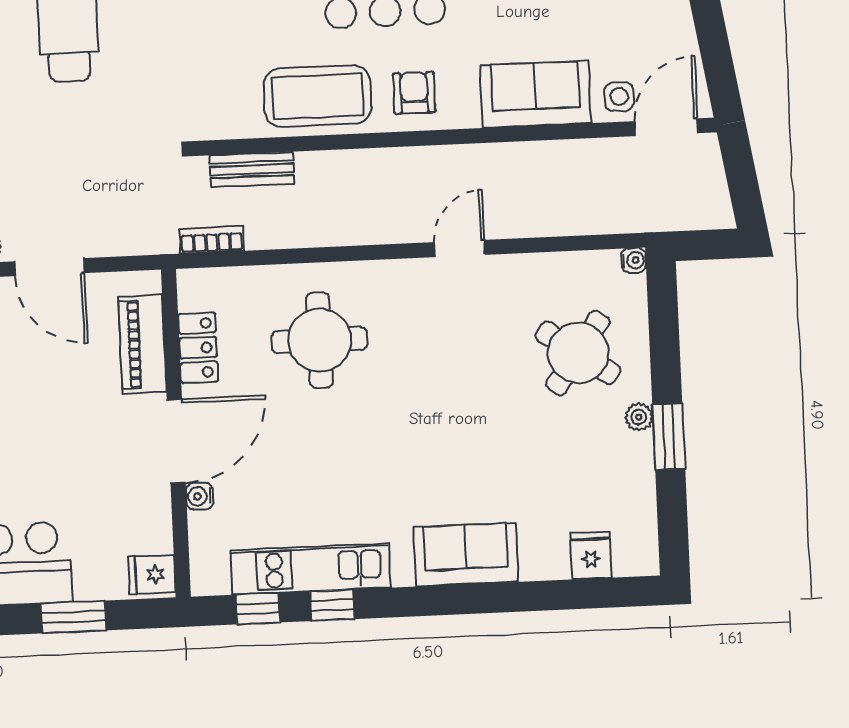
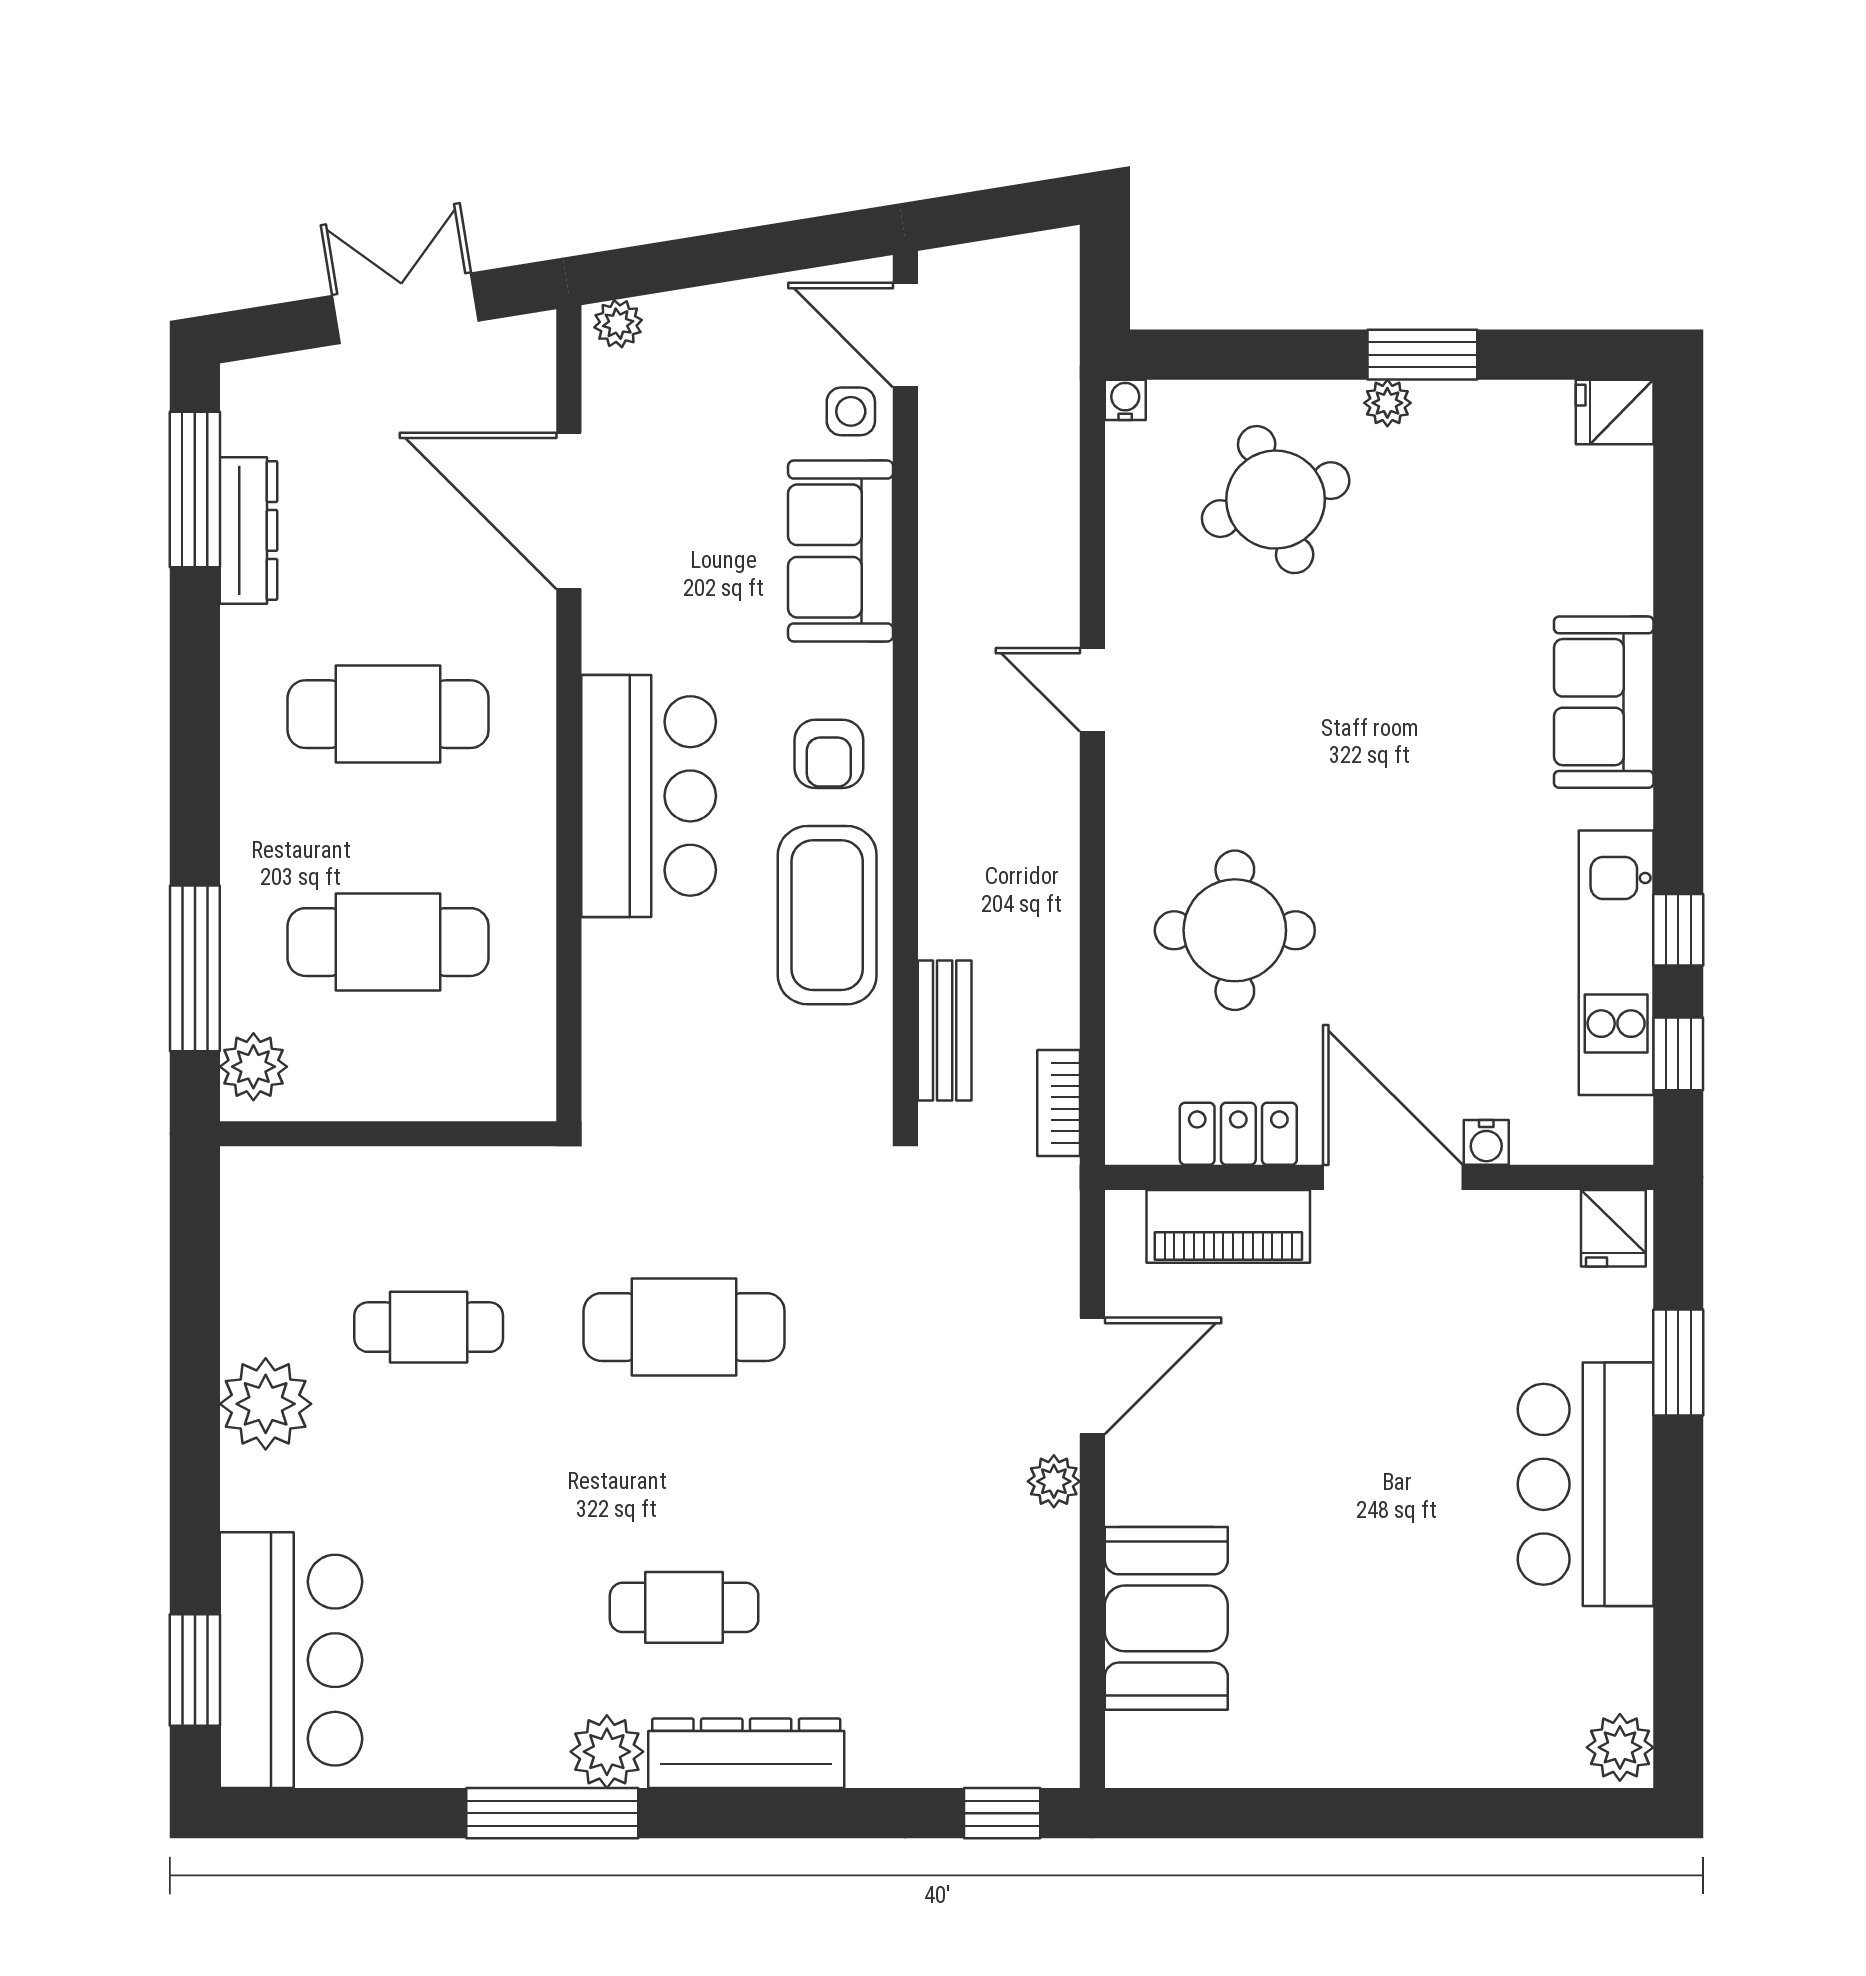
armchair: (414, 93) -> (829, 754), turned -90
round table: (578, 353) -> (1276, 500), turned 36
fridge: (591, 555) -> (1615, 412), moved

